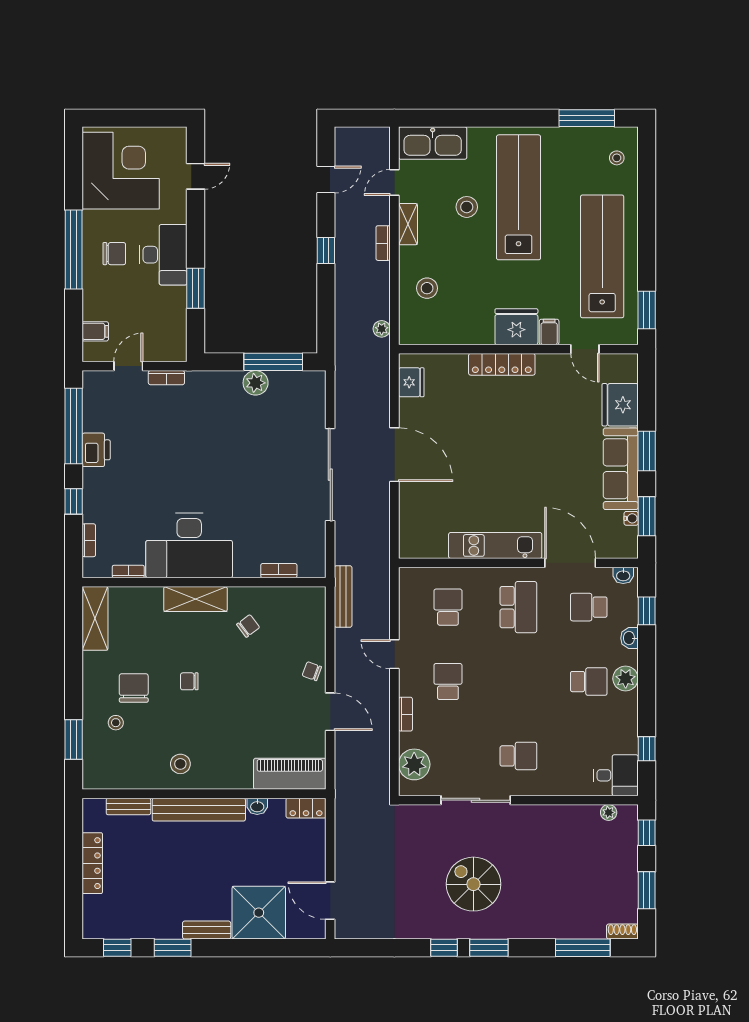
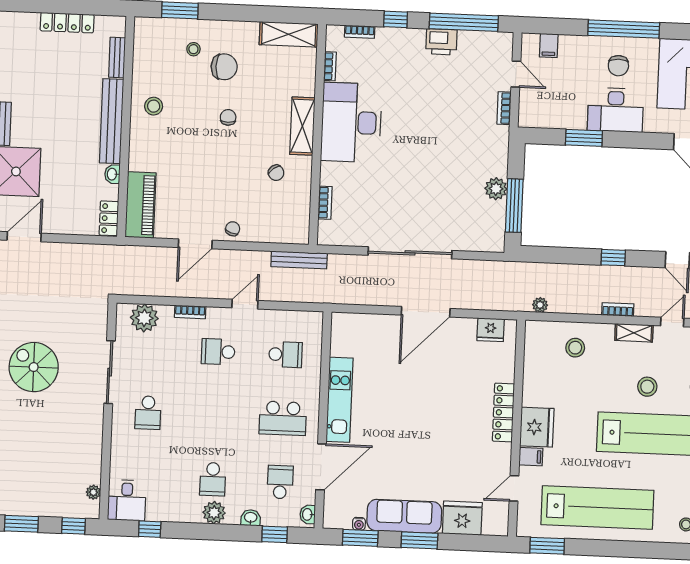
door: (394, 182) -> (672, 322), hinge flipped
school desk: (448, 682) -> (218, 352), turned 180
spiral stairs: (473, 884) -> (34, 367), turned -90

